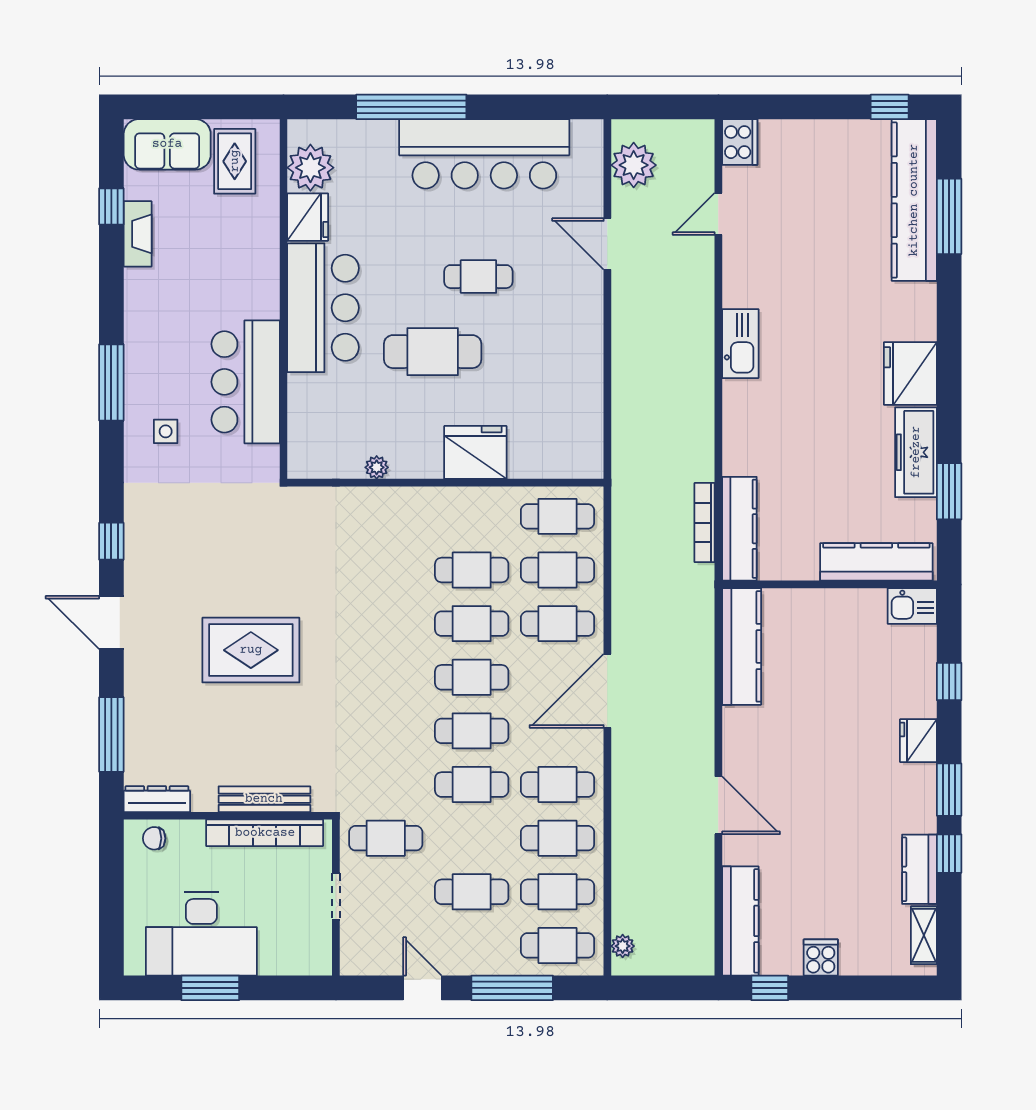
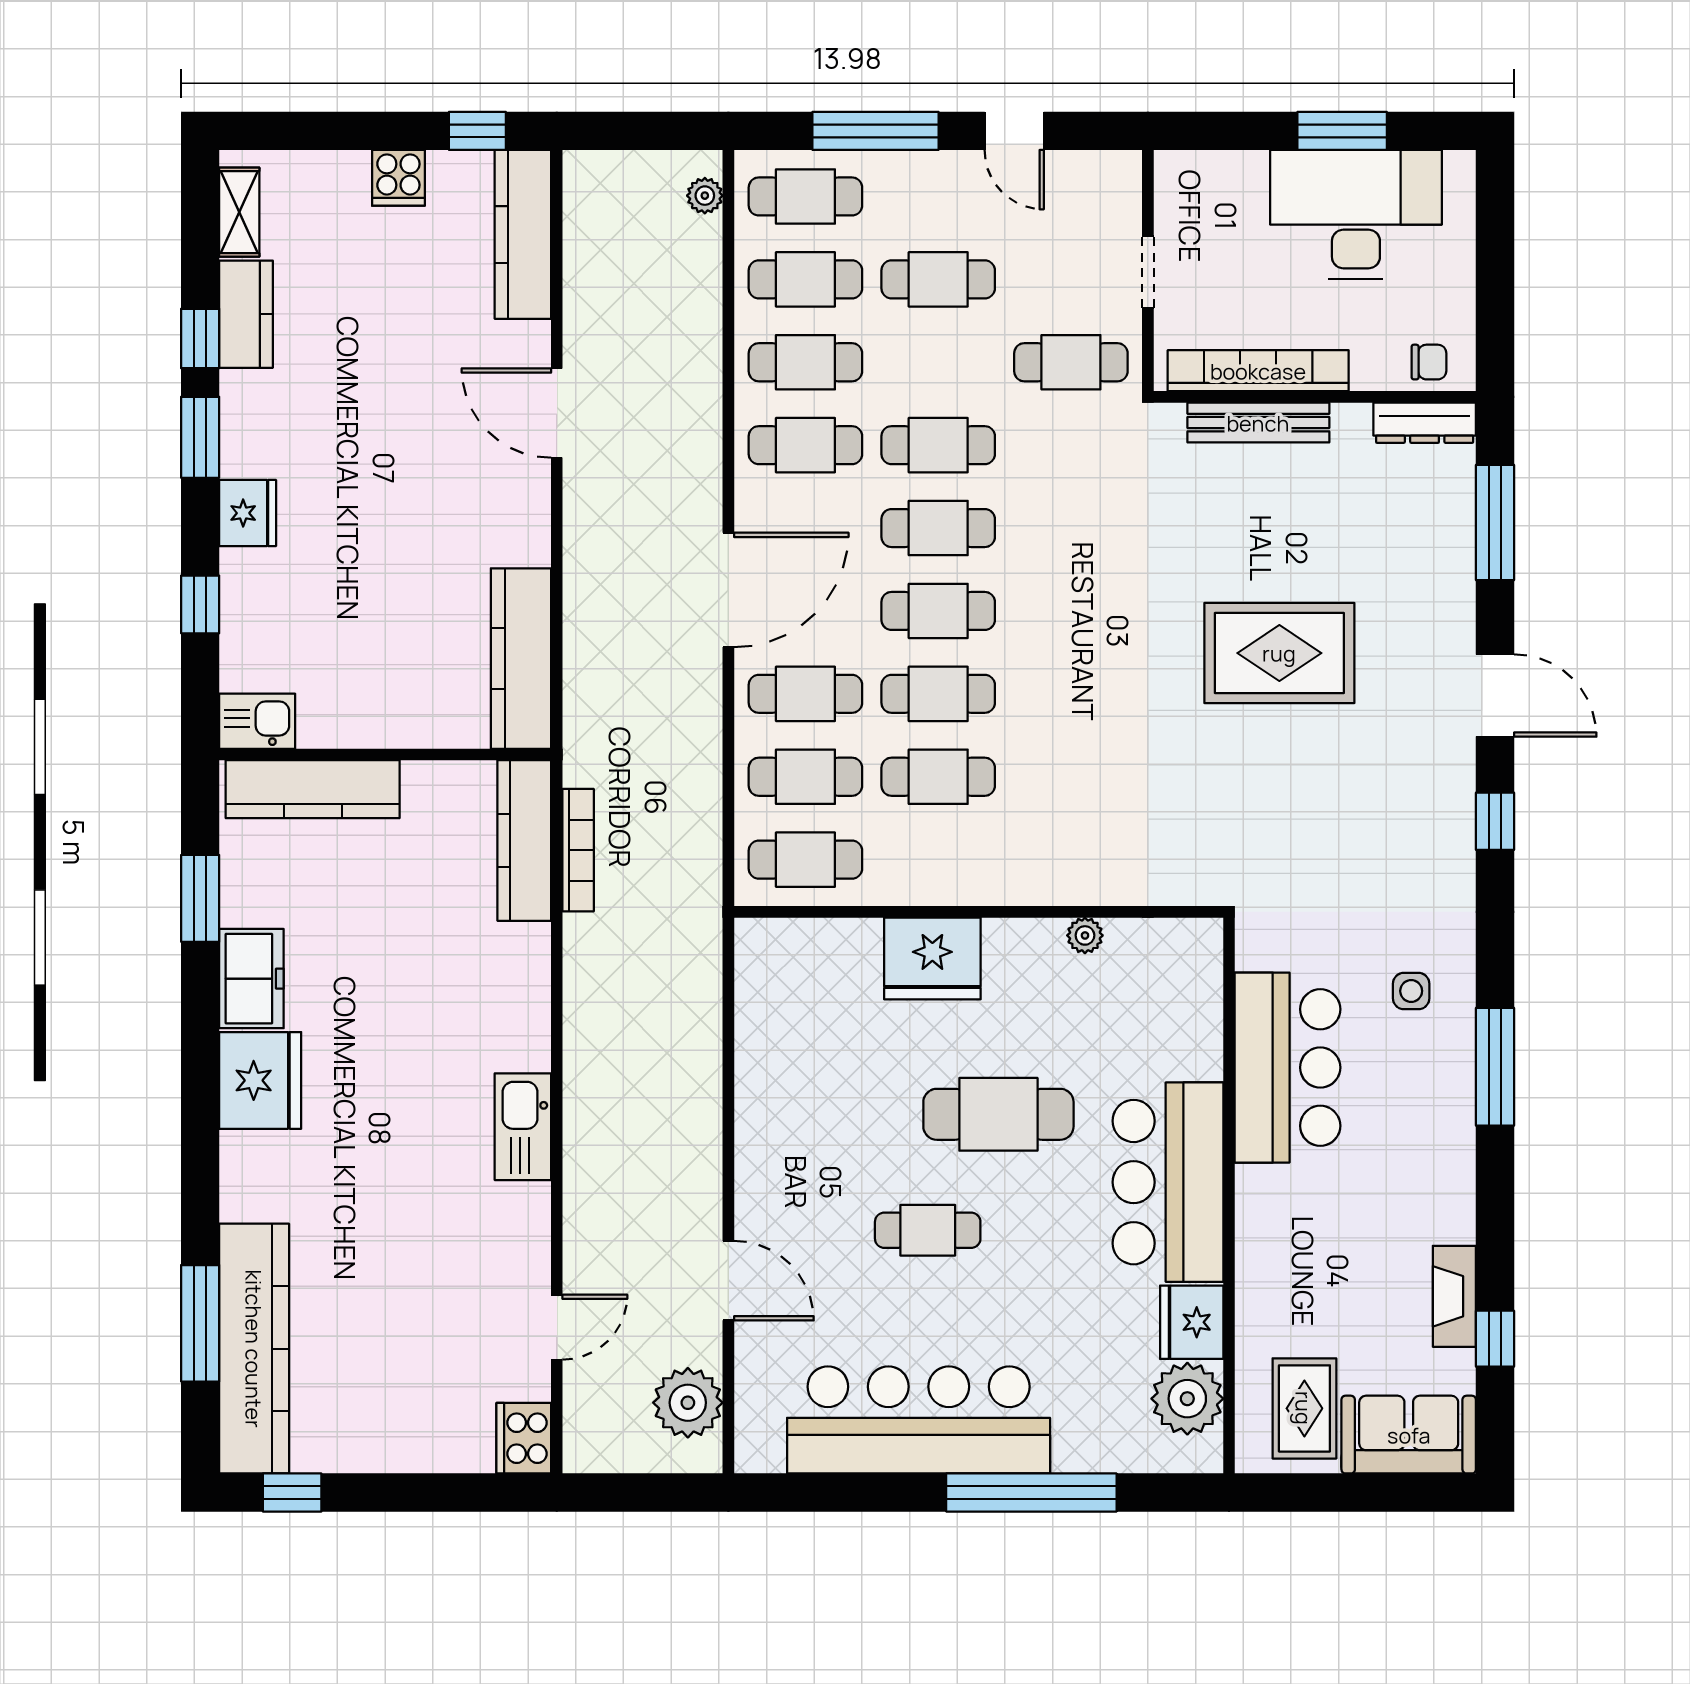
freezer: (916, 452) -> (251, 979), width x0.71

